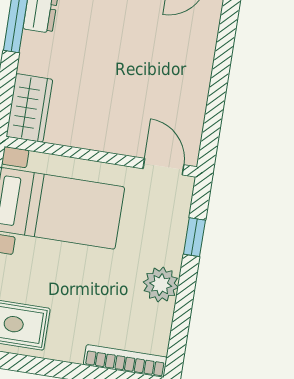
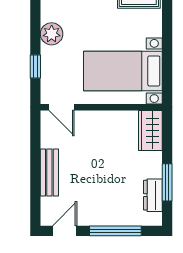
bench: (199, 67) -> (49, 173), added

